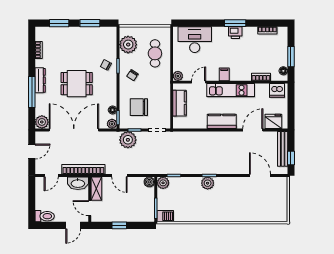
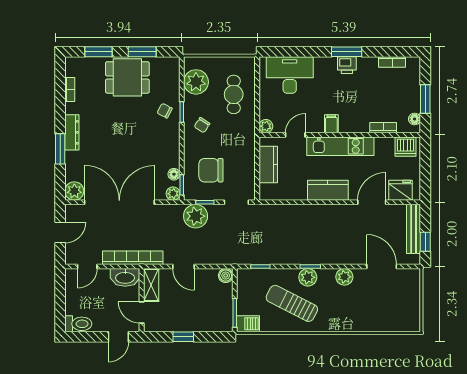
dining table: (77, 84) -> (127, 77), moved
window: (32, 92) -> (60, 149), width x0.69
plant: (163, 183) -> (344, 277), moved
sun lounger: (196, 202) -> (292, 303), added

